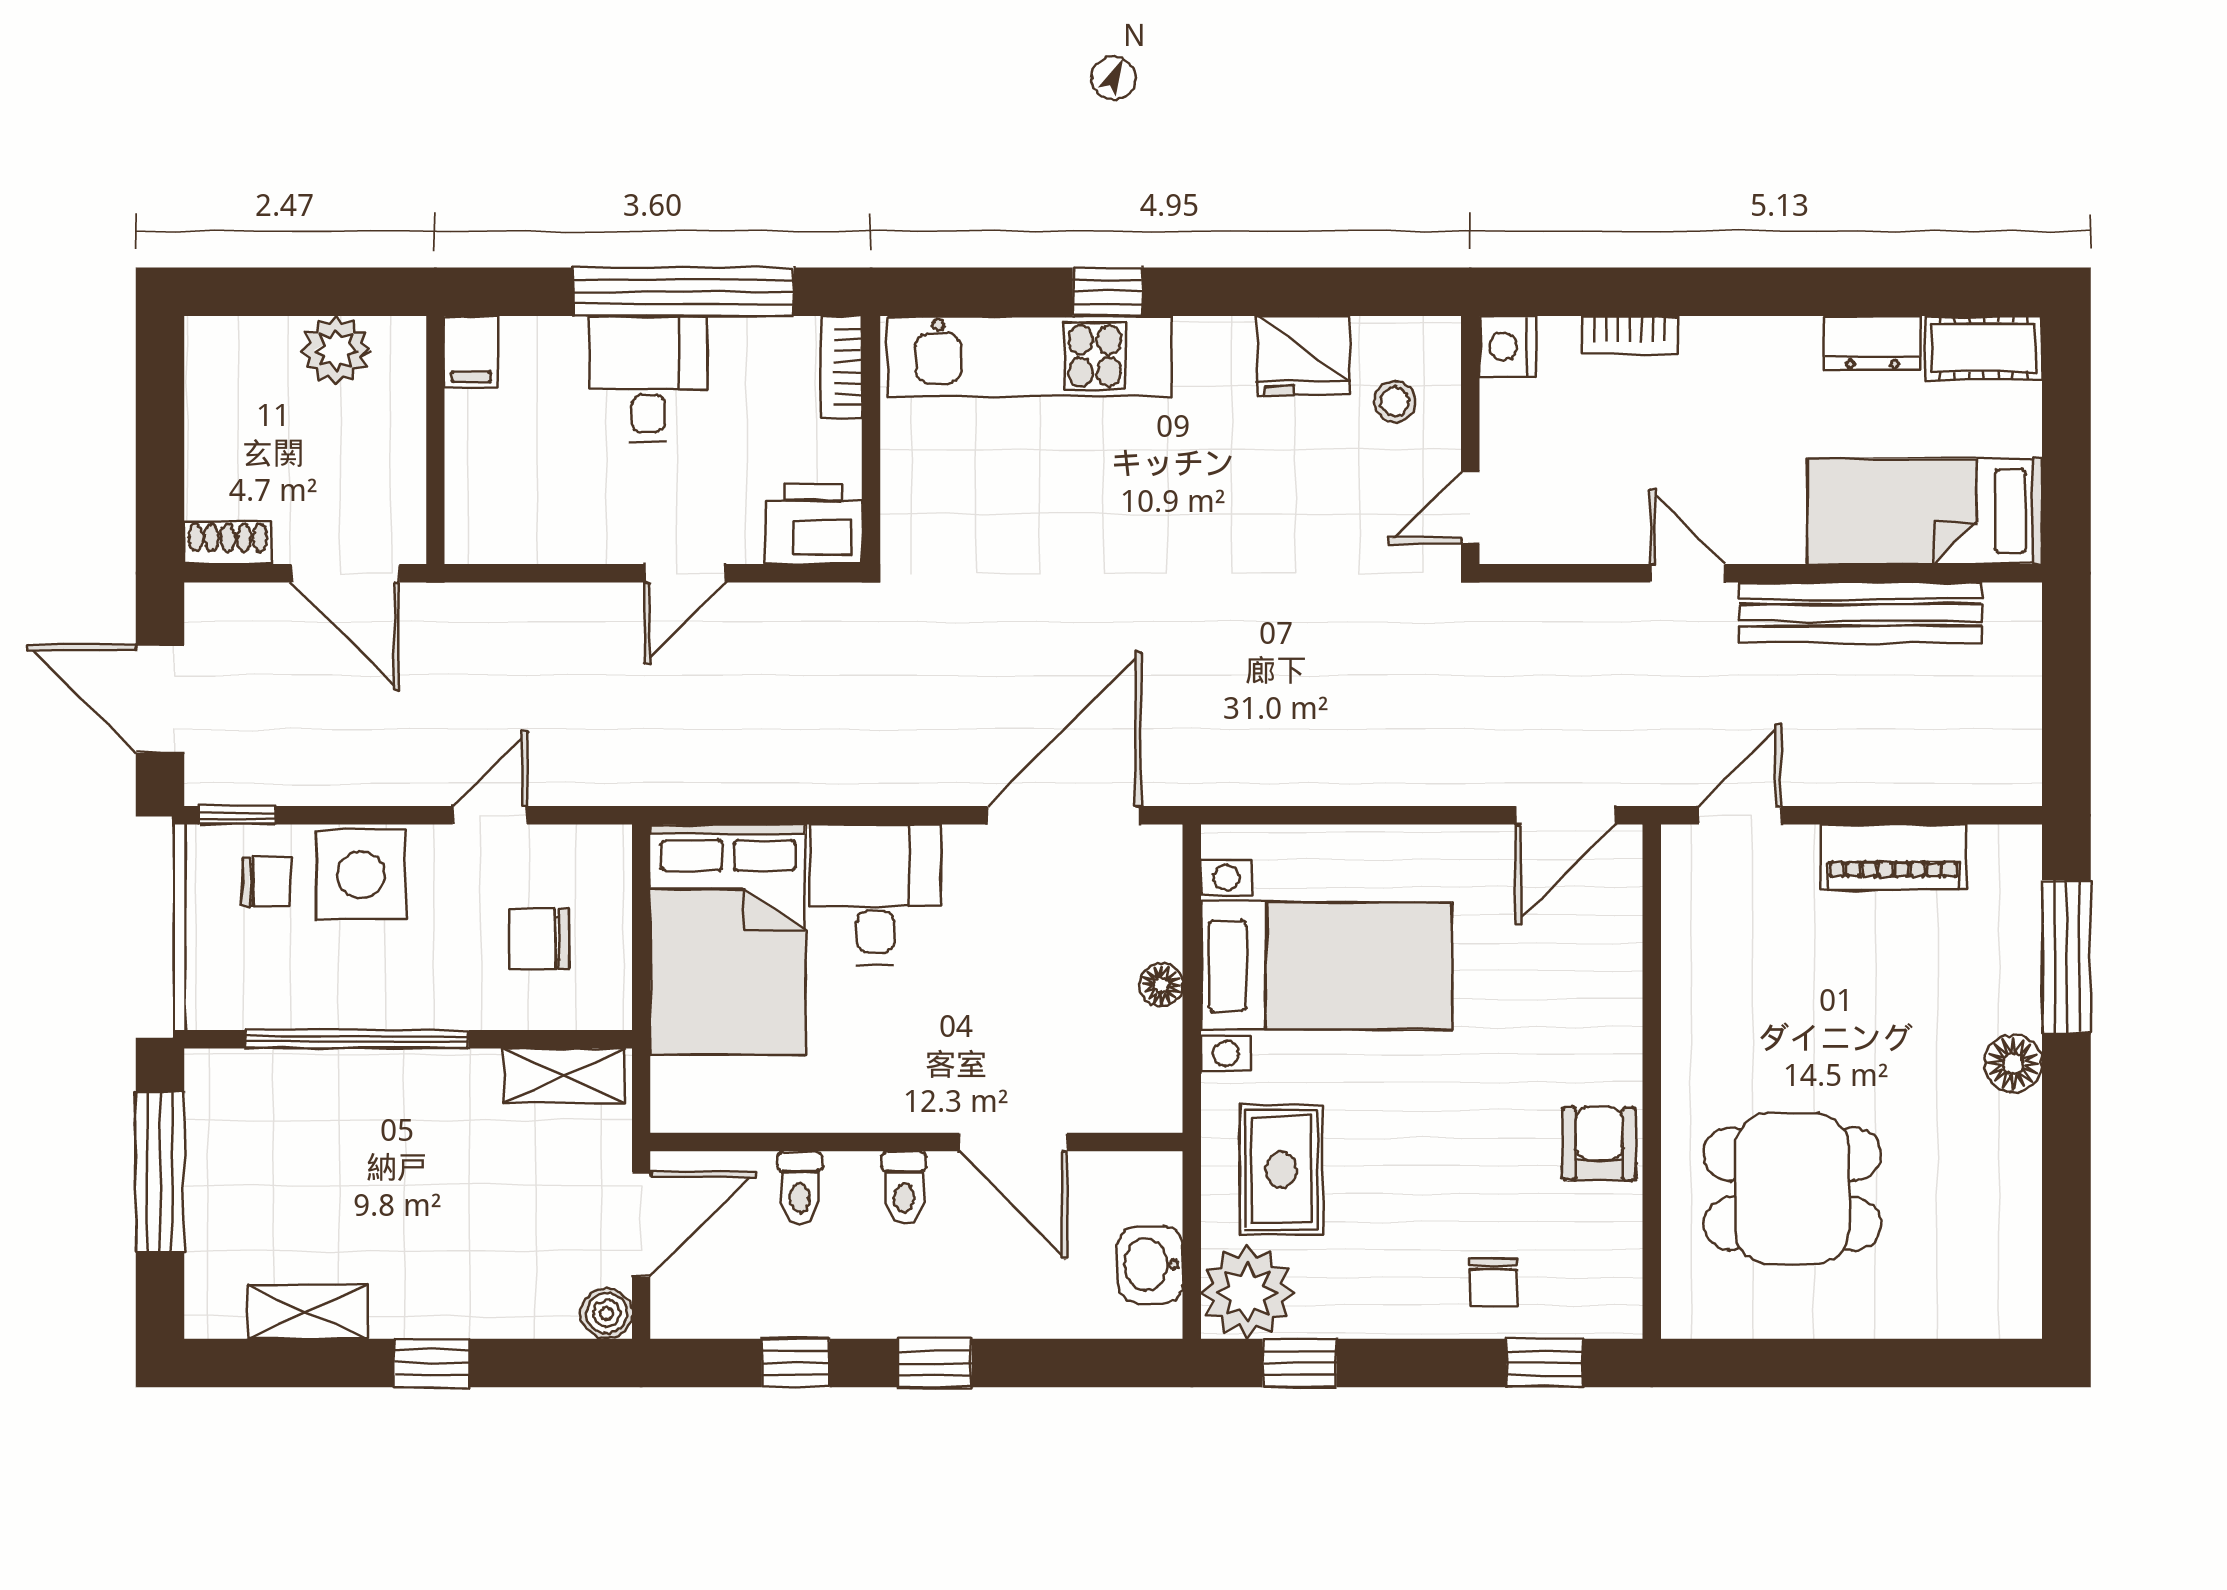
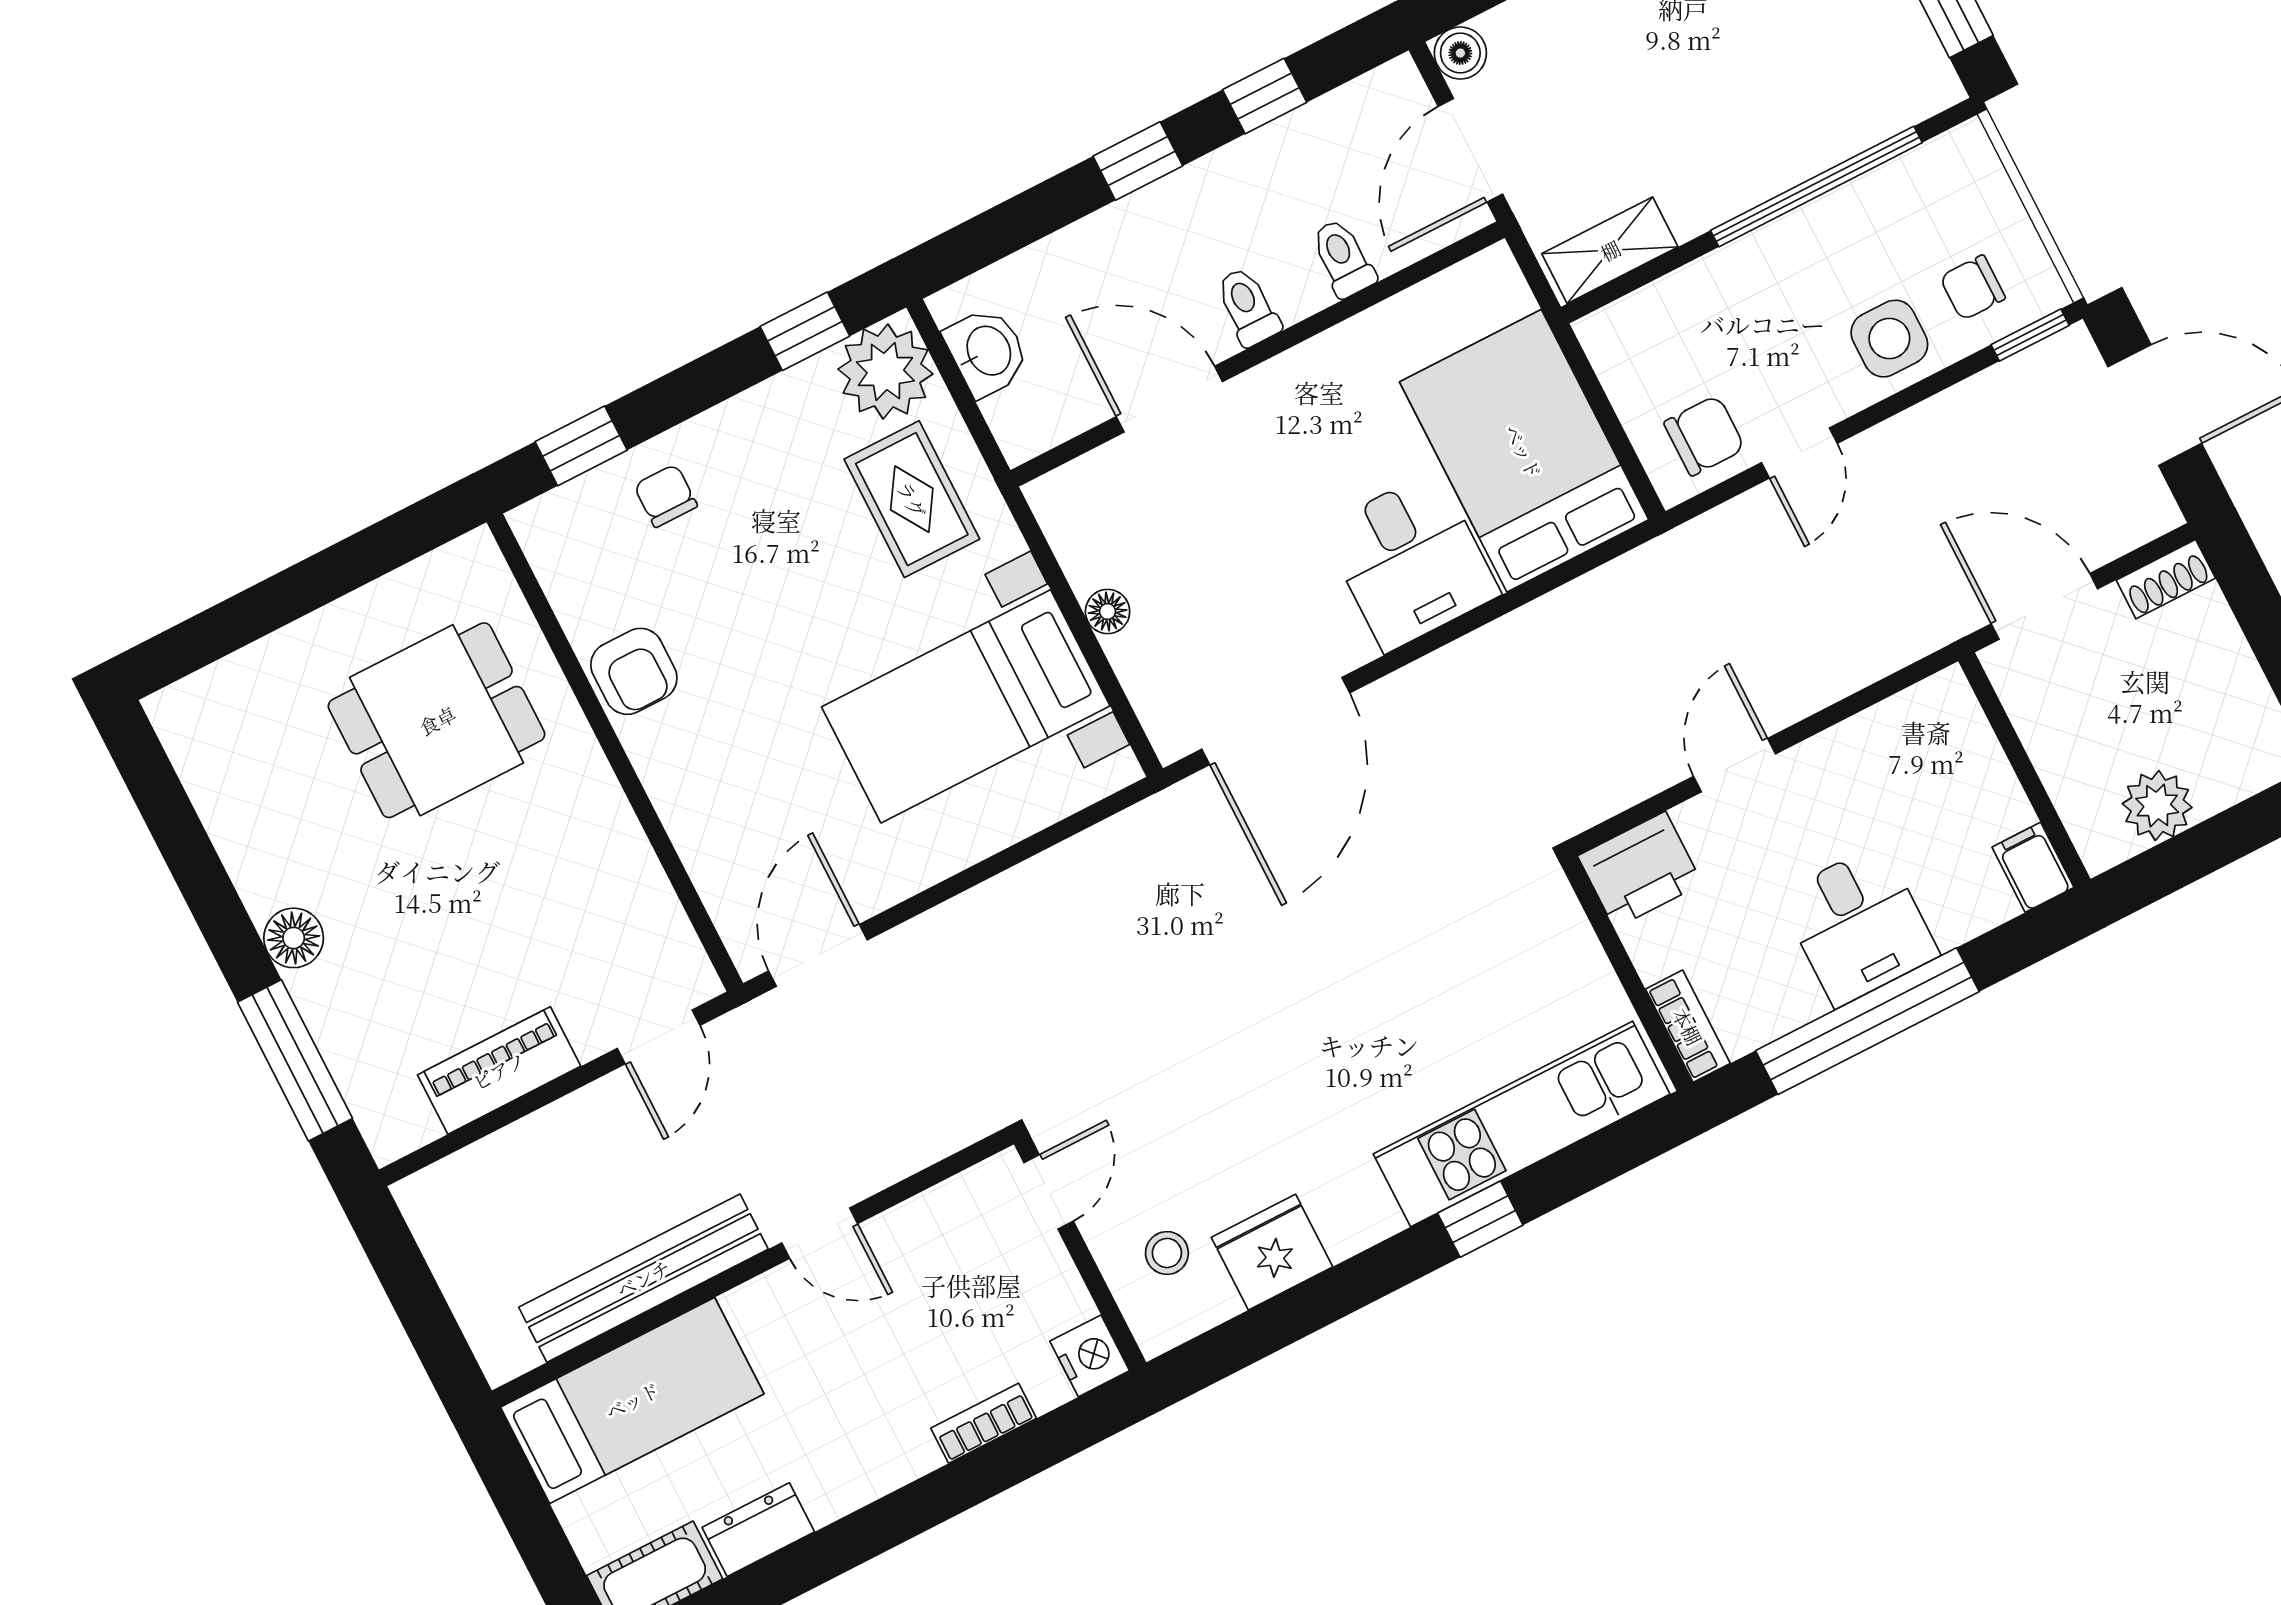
side table: (361, 875) -> (1889, 339), width x0.73, depth x0.73
chair: (539, 939) -> (1704, 436), moved

